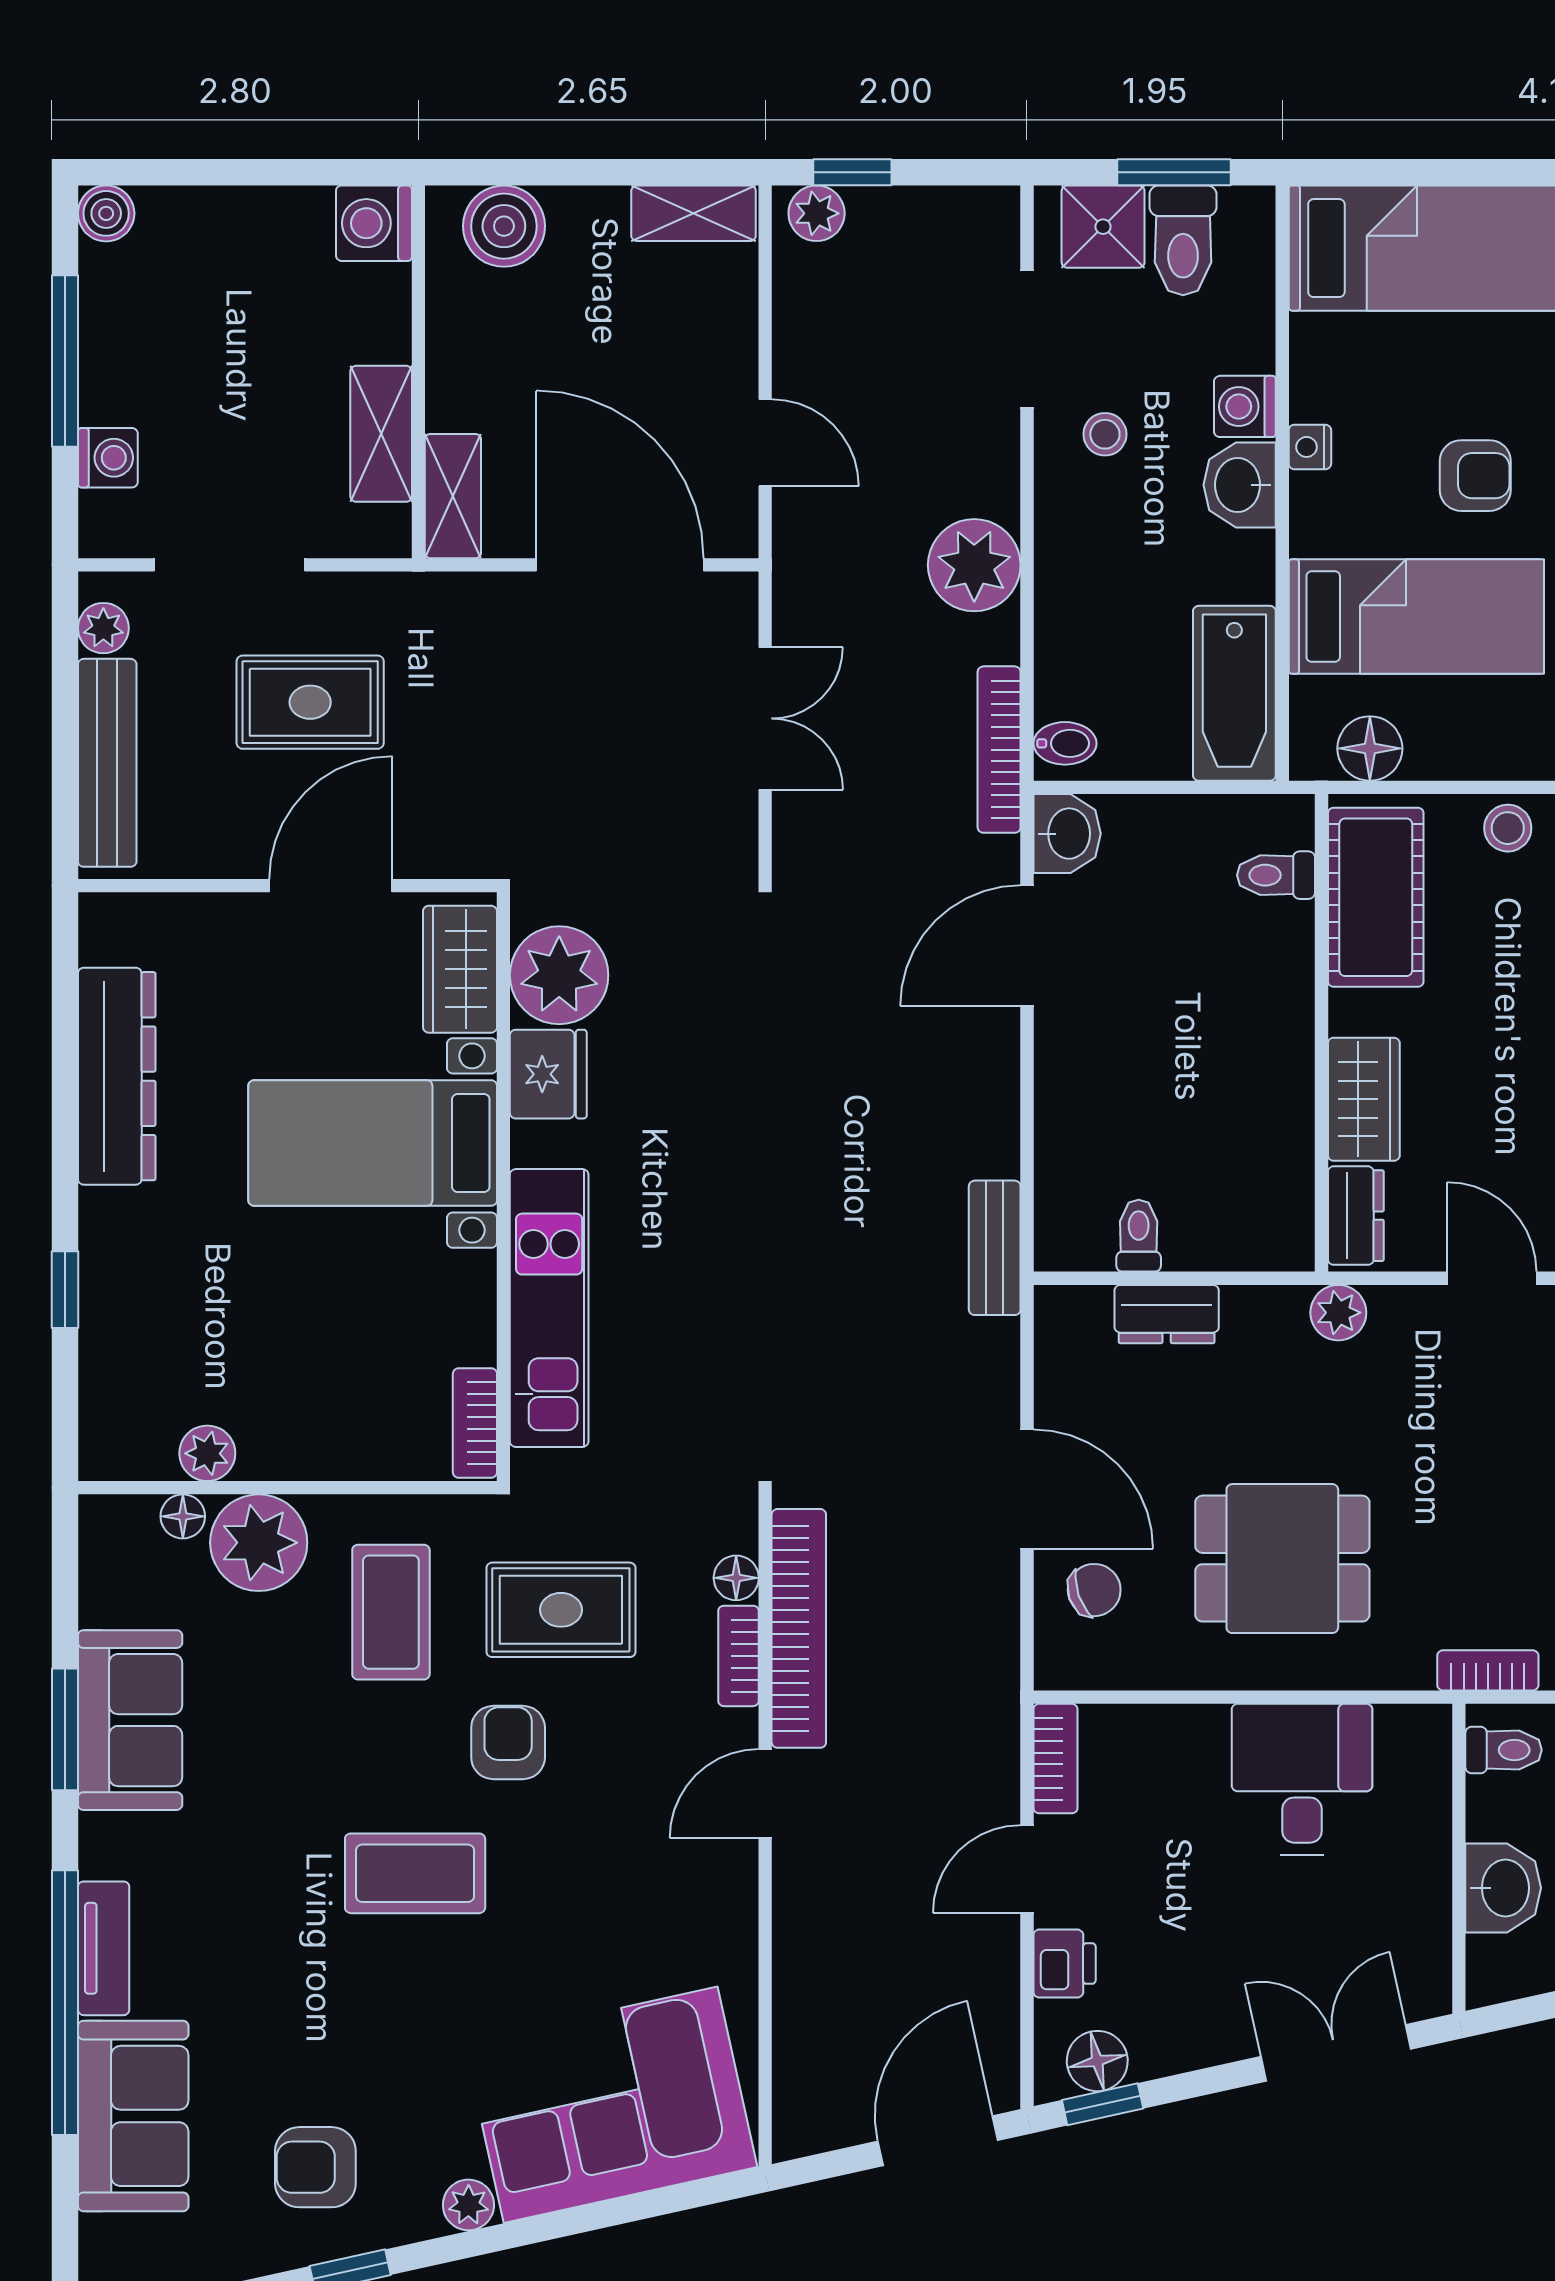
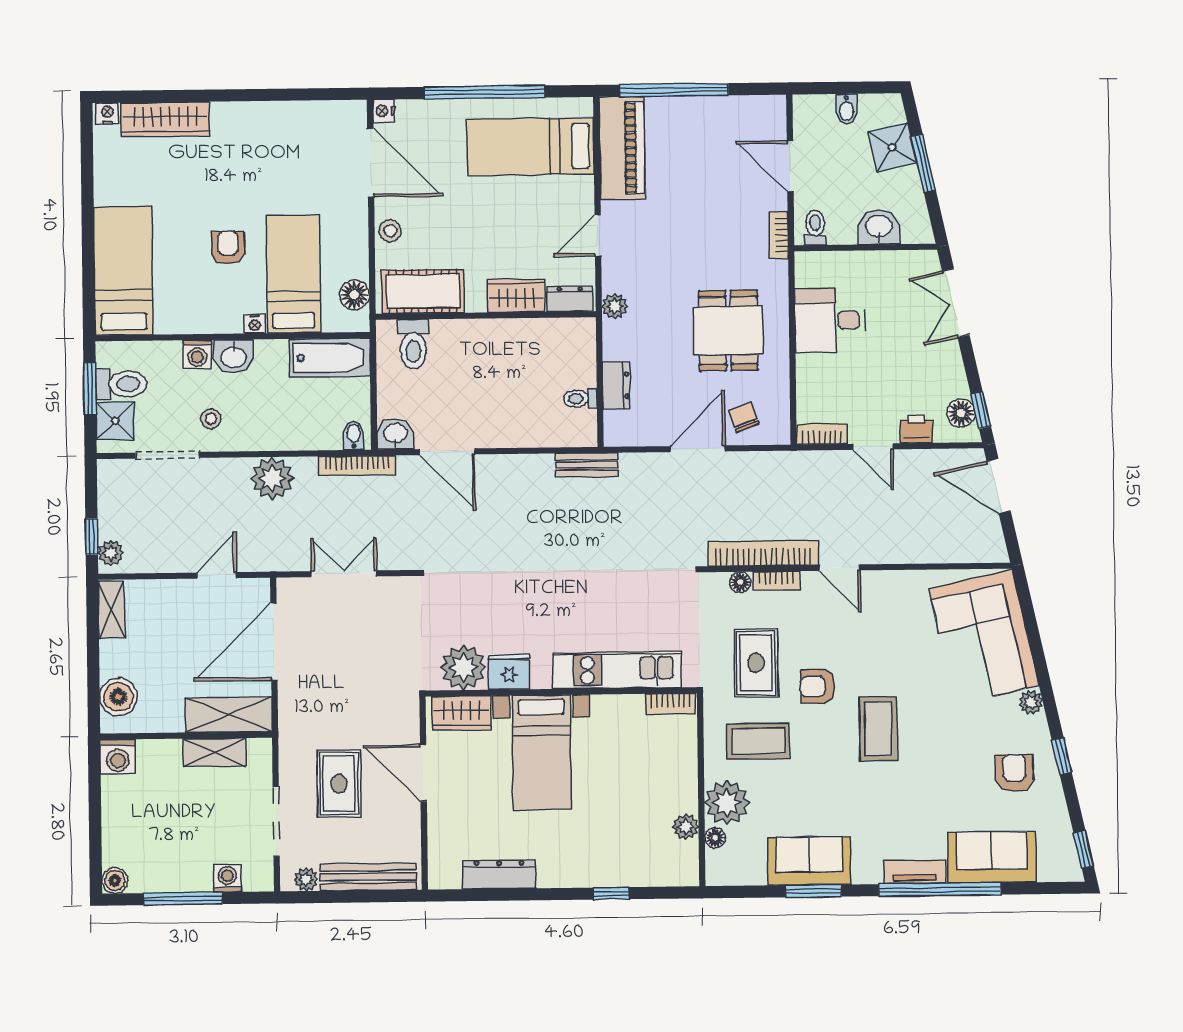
nightstand: (1310, 447) -> (255, 324), moved
shelving: (453, 496) -> (229, 715), width x1.50, depth x1.33
toilet: (1276, 875) -> (413, 344), width x1.37, depth x1.39
dresser: (117, 1076) -> (499, 874), width x0.73, depth x0.80
armchair: (315, 2167) -> (1014, 773), turned 180

